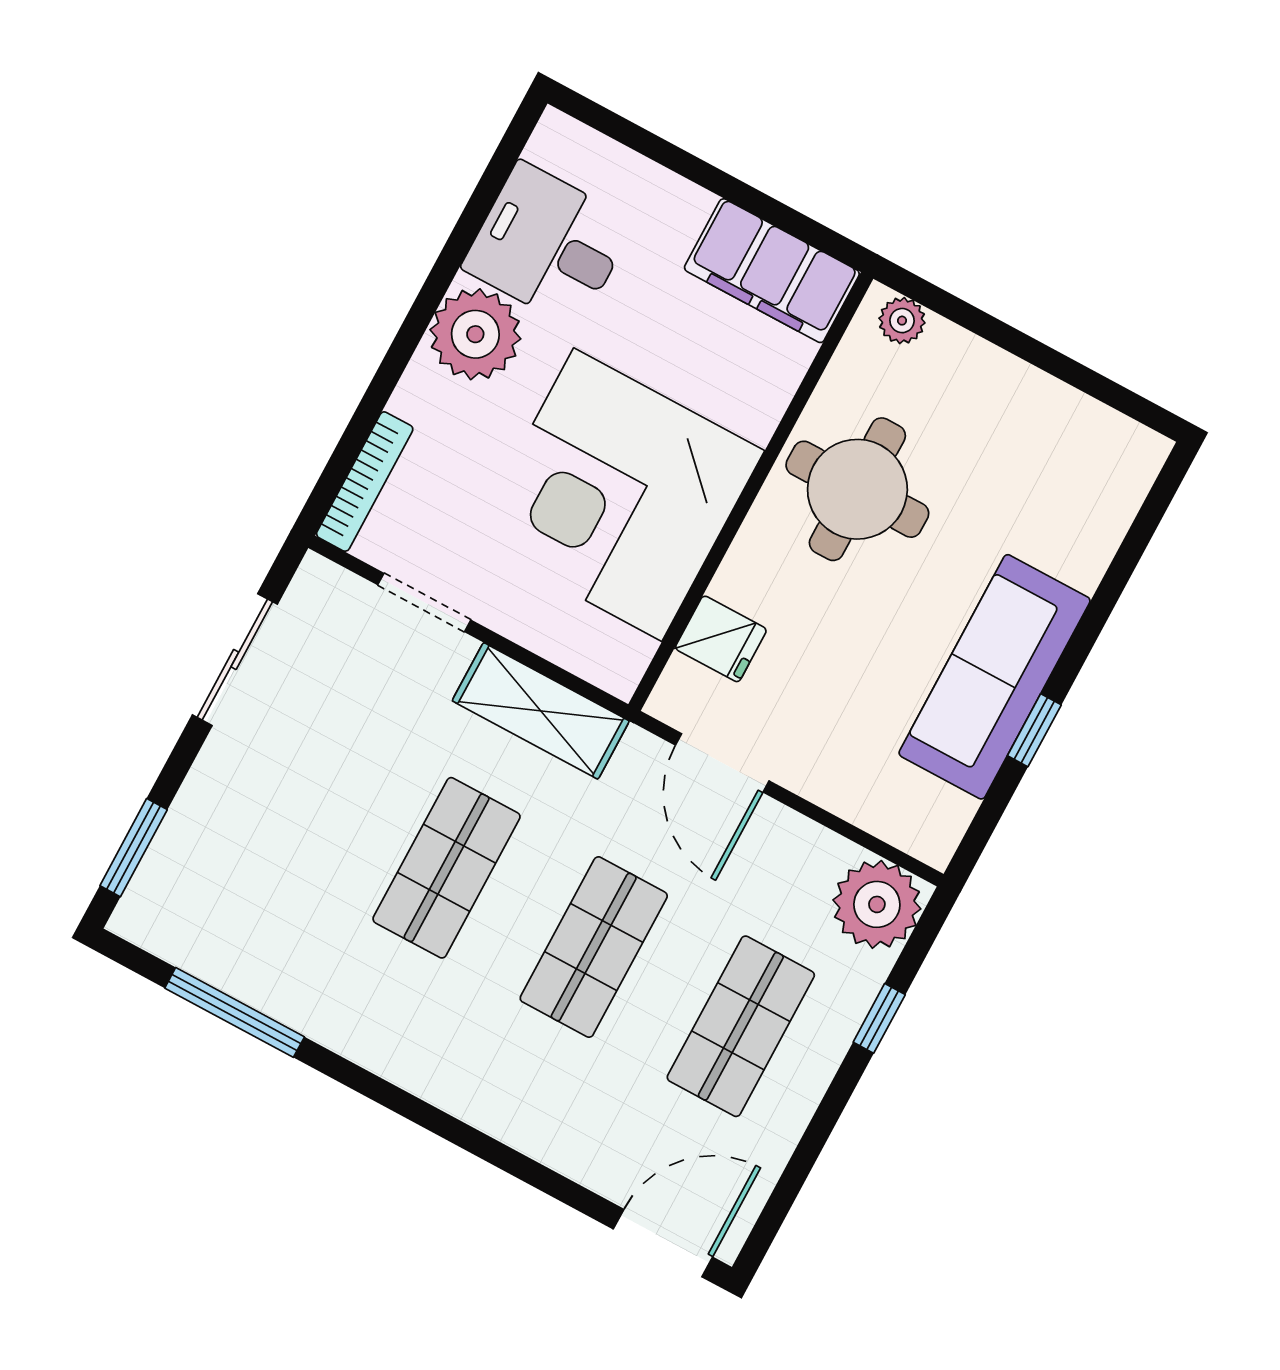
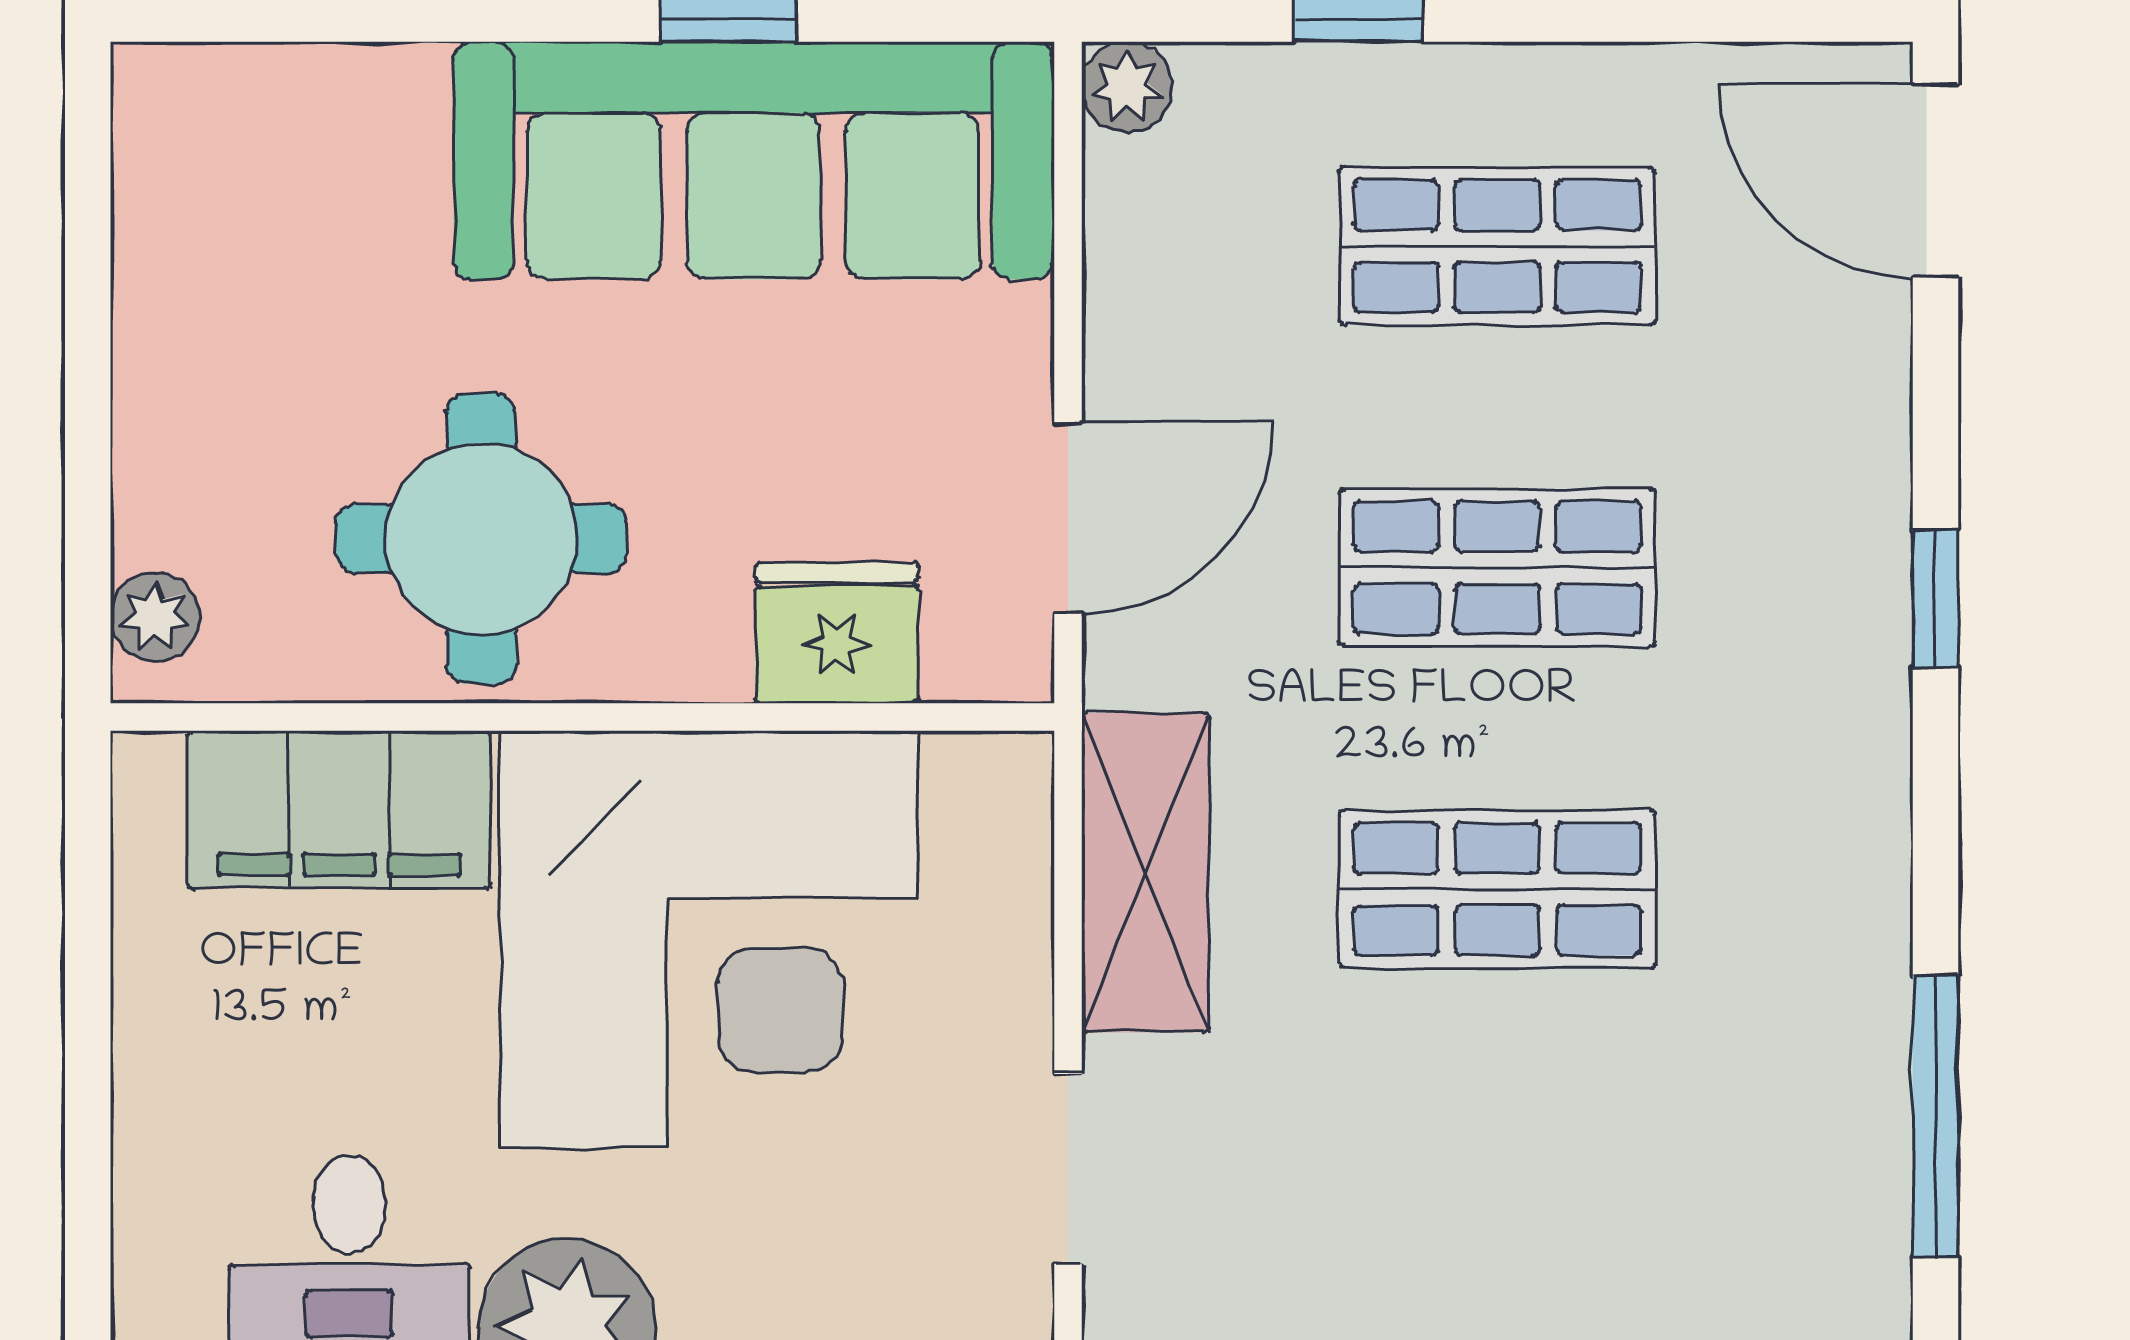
filing cabinet: (772, 271) -> (339, 809), moved, turned 90
fridge: (721, 639) -> (837, 633), width x1.38
sofa: (995, 677) -> (753, 161), width x1.36, depth x1.27
plant: (877, 904) -> (1127, 87), width x0.53, depth x0.53
window: (472, 1140) -> (1935, 598), added

